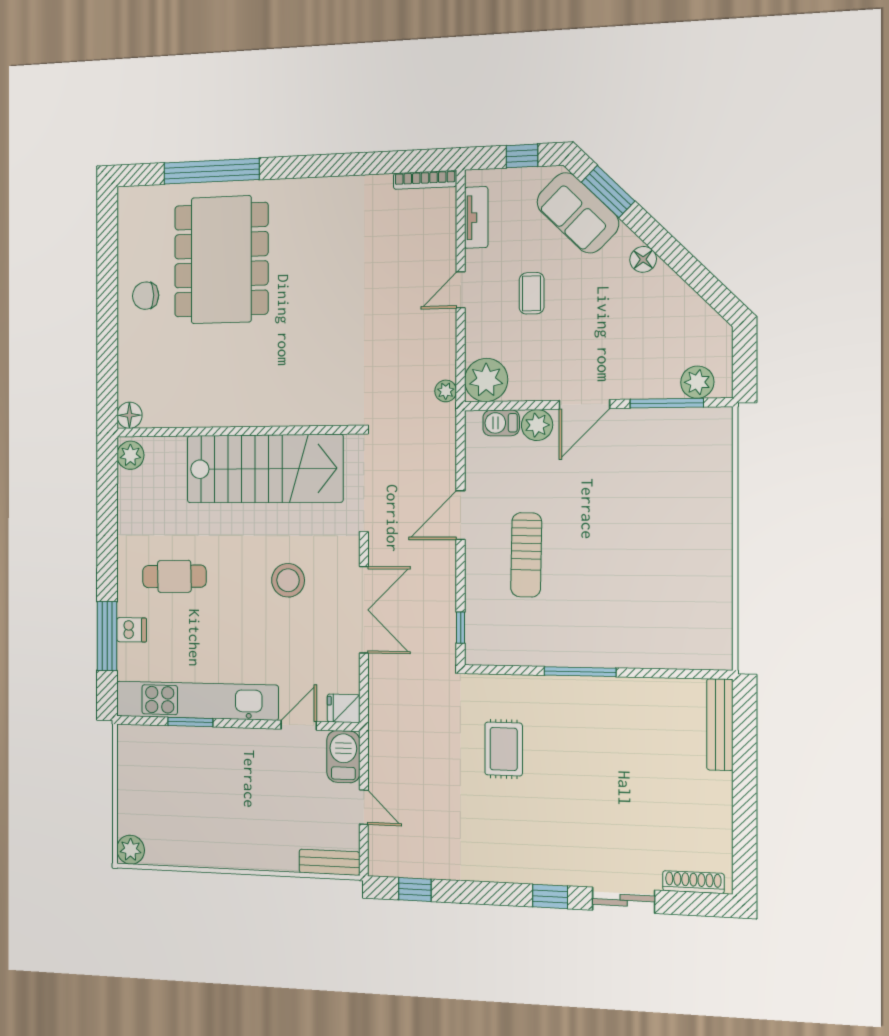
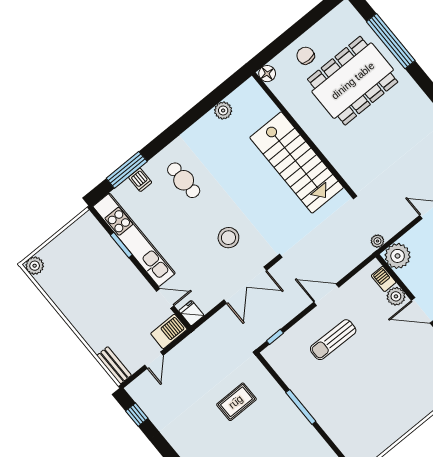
floor lamp: (129, 415) -> (267, 74), moved
wall: (236, 431) -> (303, 134), moved
stairs: (265, 469) -> (297, 162), moved

